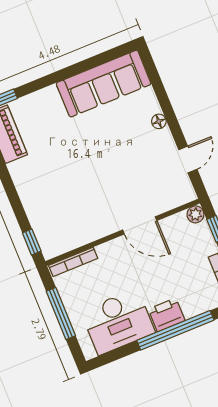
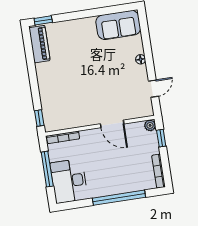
sofa: (104, 84) -> (118, 25), width x0.73
printer: (167, 315) -> (116, 186), removed
desk: (118, 322) -> (69, 181), moved, turned 90

